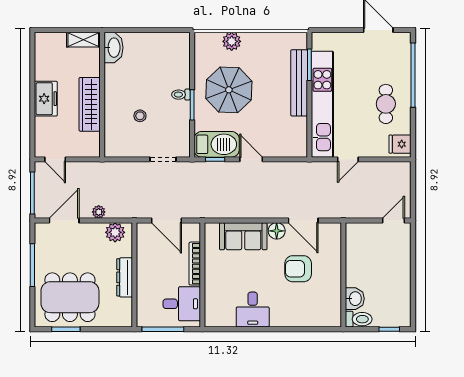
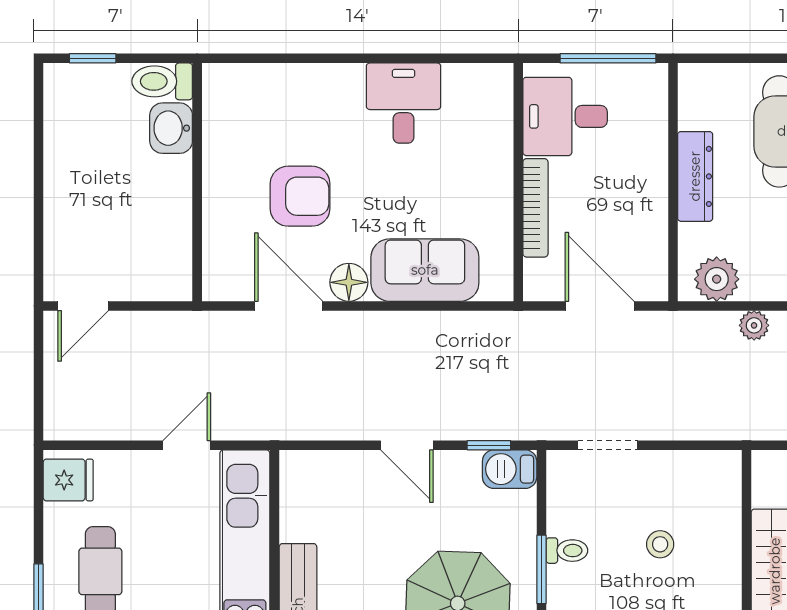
toilet: (181, 95) -> (567, 551), moved
barbecue: (217, 144) -> (510, 469), width x0.53, depth x0.65

